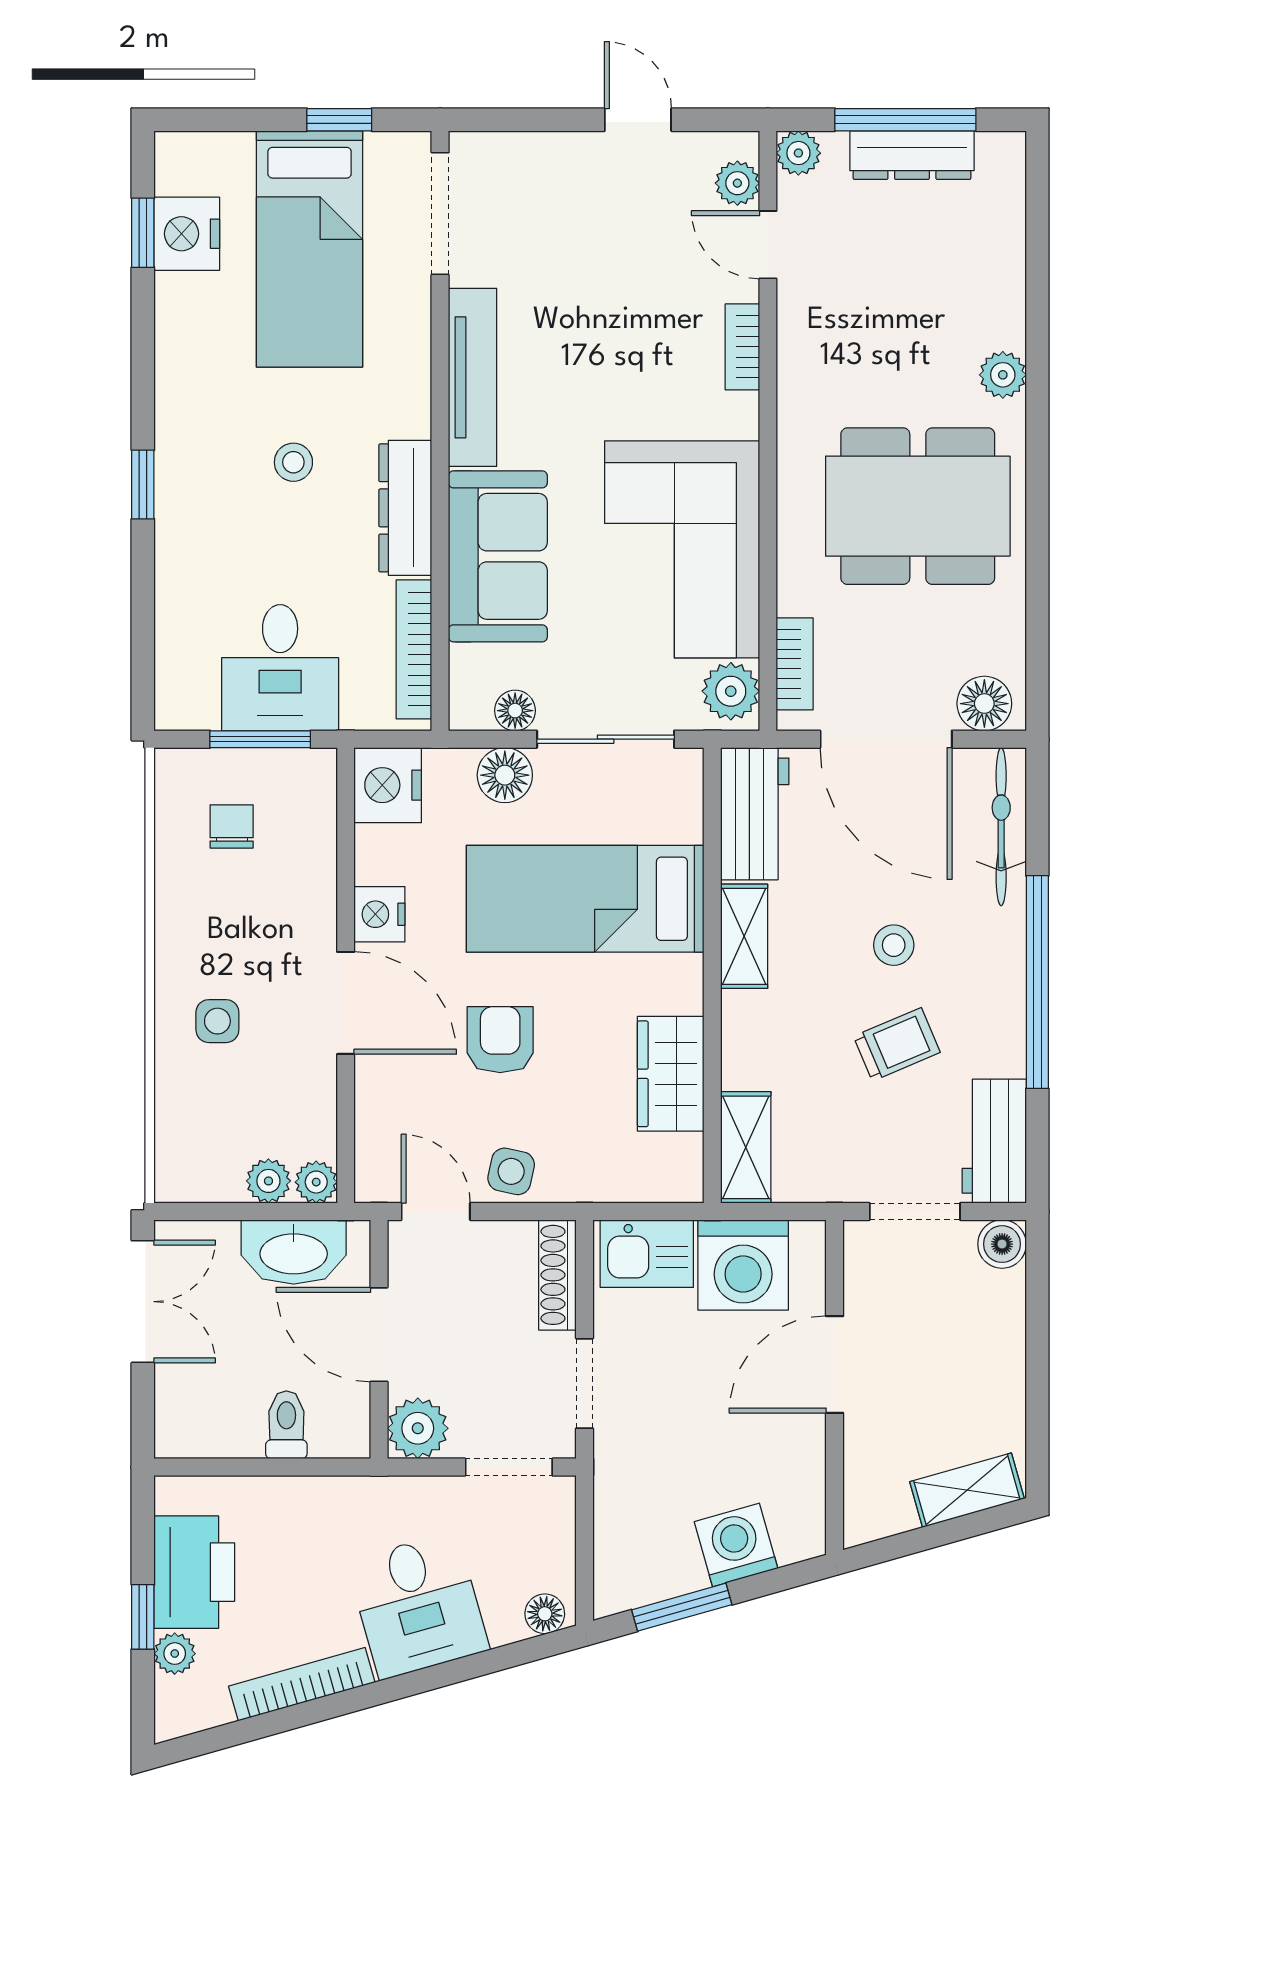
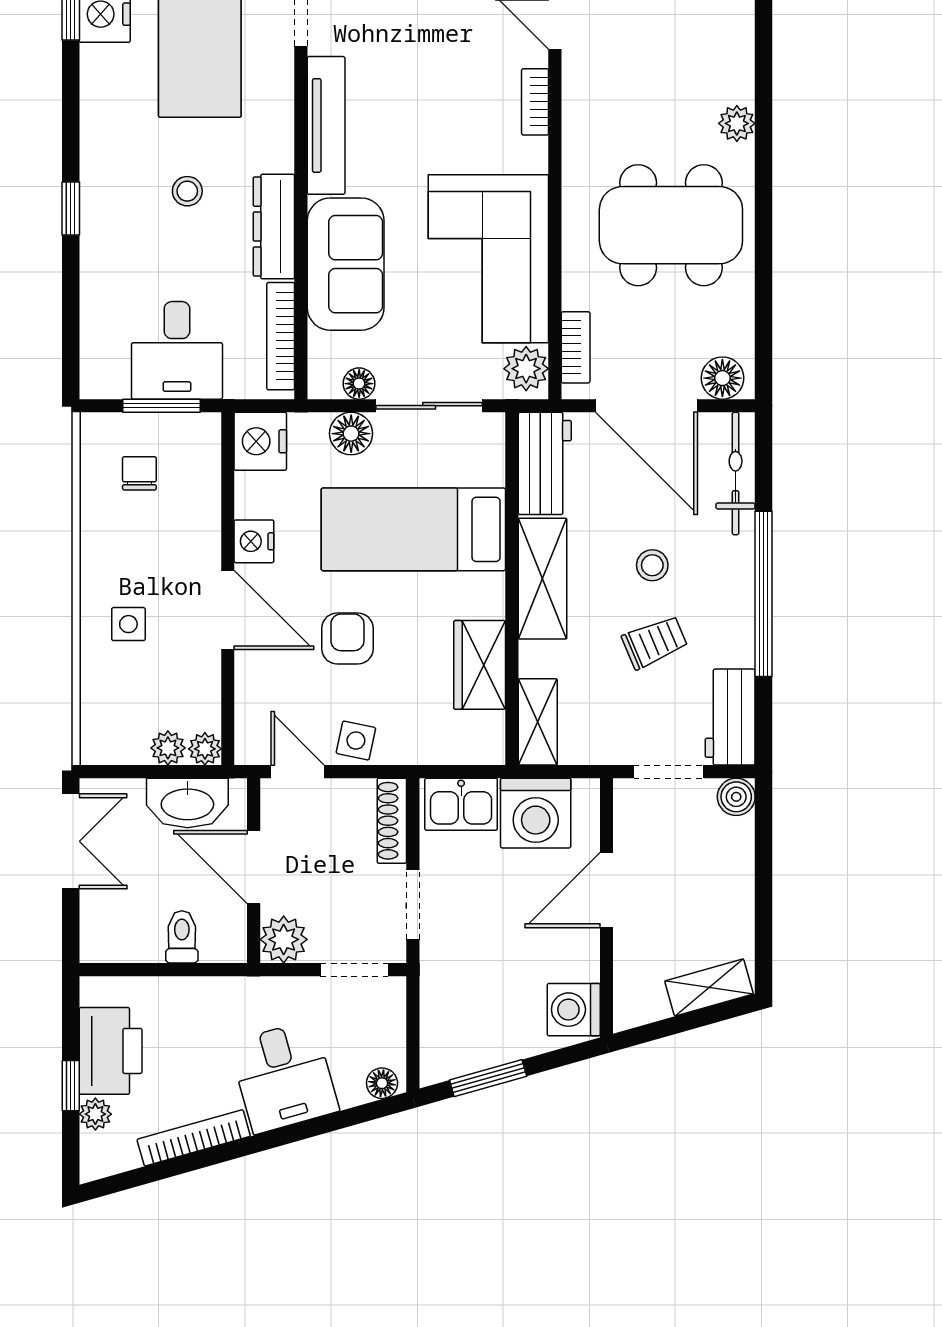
shelving: (744, 936) -> (542, 579), width x1.50, depth x1.33
washing machine: (736, 1545) -> (574, 1010), moved, turned -74

